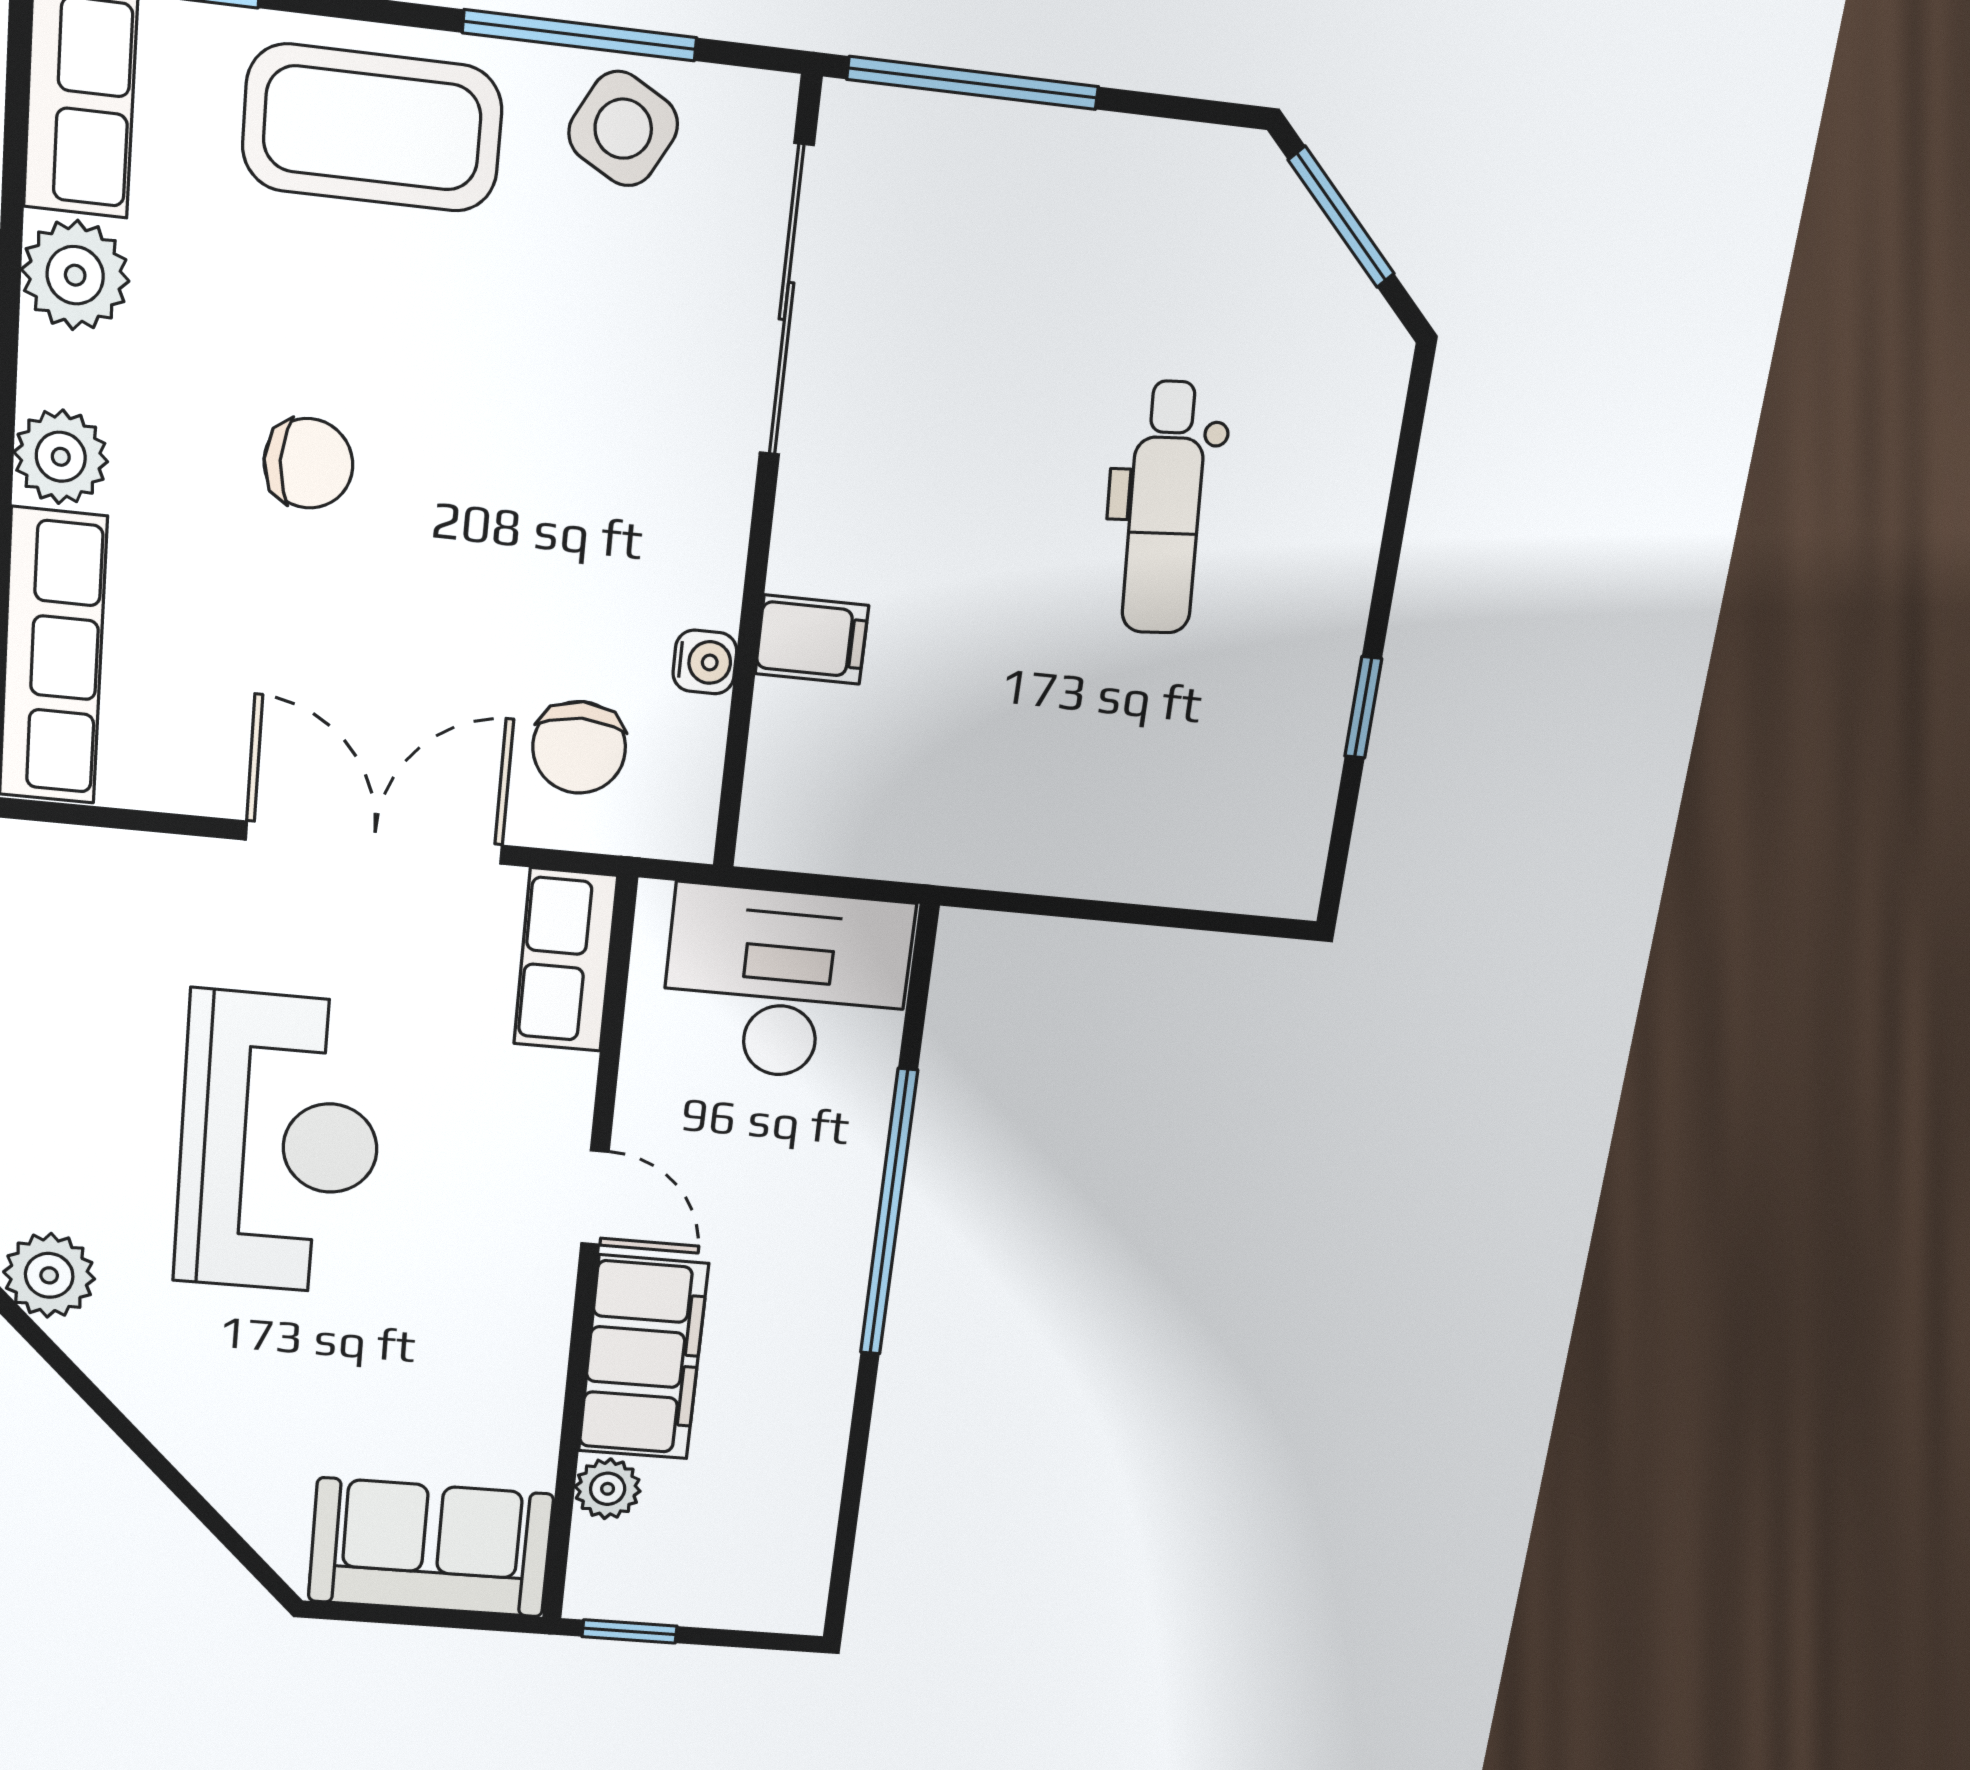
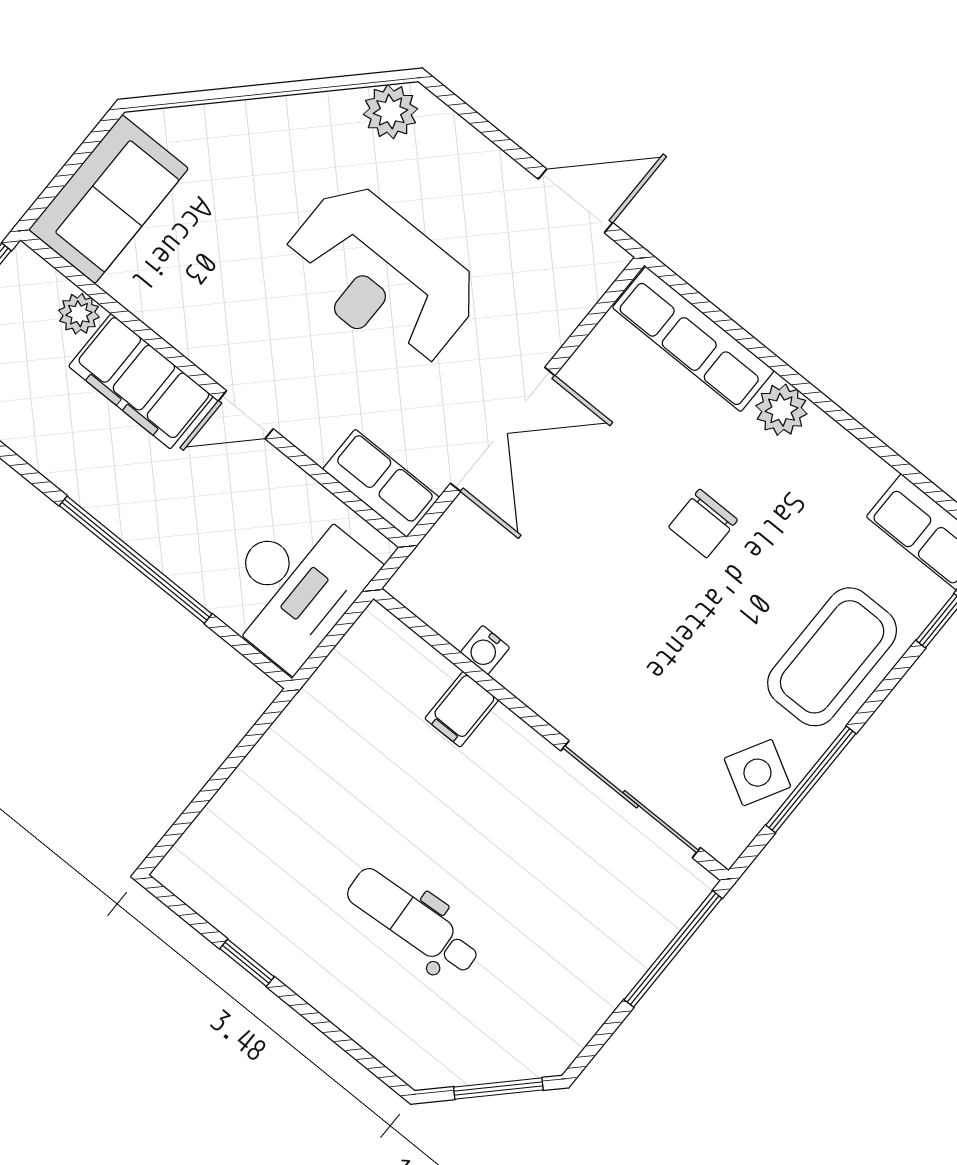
plant: (75, 275) -> (857, 475), removed
chair: (579, 747) -> (483, 561), removed

